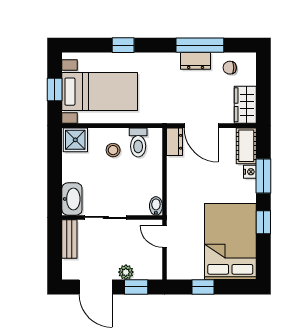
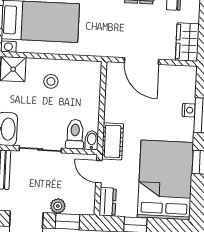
toilet: (138, 142) -> (75, 134), moved, turned 180
dresser: (175, 142) -> (108, 202), moved
cot: (246, 146) -> (113, 141), moved

